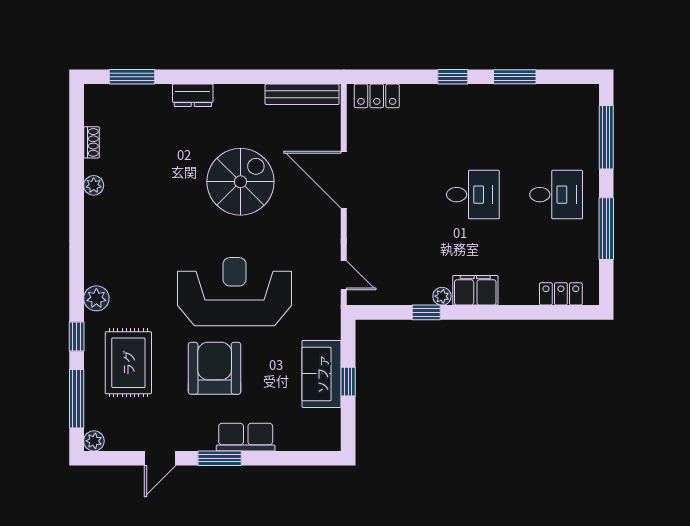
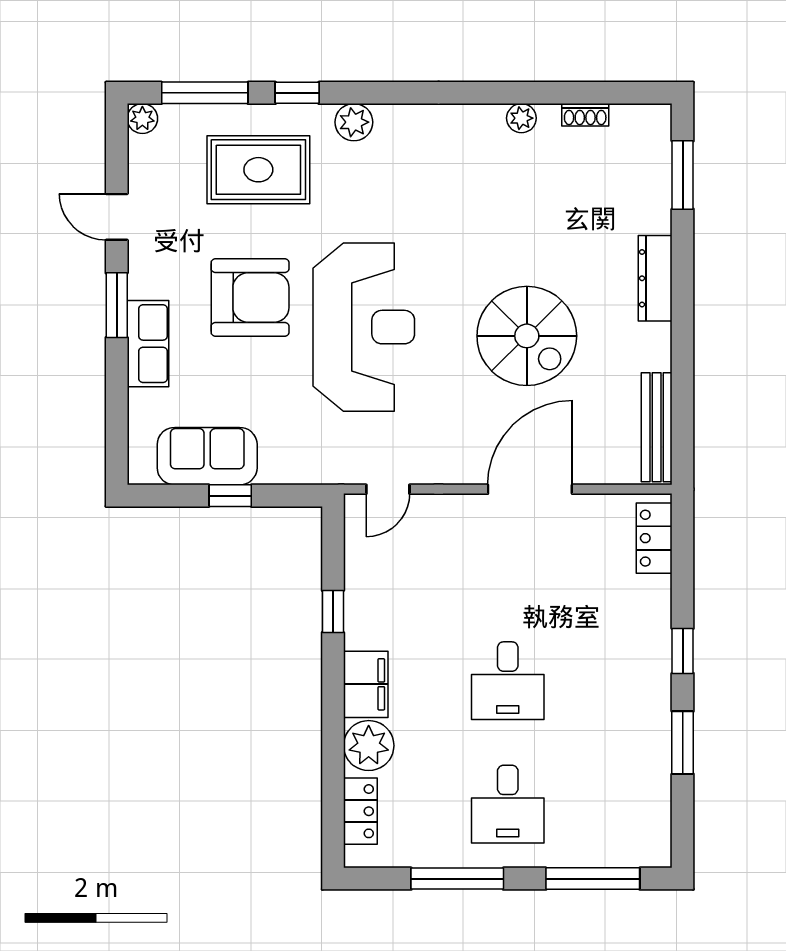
dresser: (193, 95) -> (655, 278), width x1.44
plant: (442, 296) -> (369, 746), moved, width x1.87, depth x1.87
sofa: (322, 374) -> (207, 456), moved

